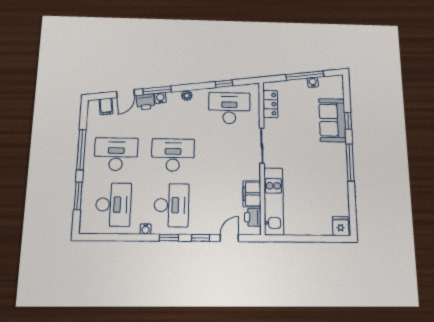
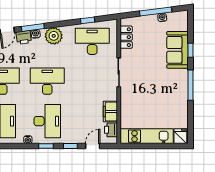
plant: (187, 96) -> (54, 36), width x1.87, depth x1.87
kitchen unit: (274, 201) -> (147, 136), moved, turned -90

